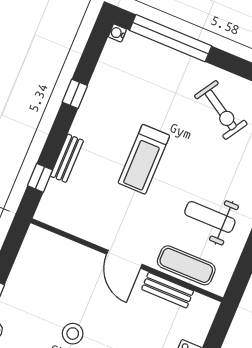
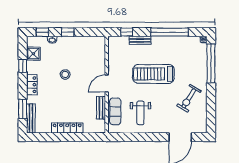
window: (75, 94) -> (169, 32), width x3.17
treadmill: (144, 159) -> (154, 74), width x1.37, depth x1.38
weight bench: (210, 217) -> (140, 113), turned 180

